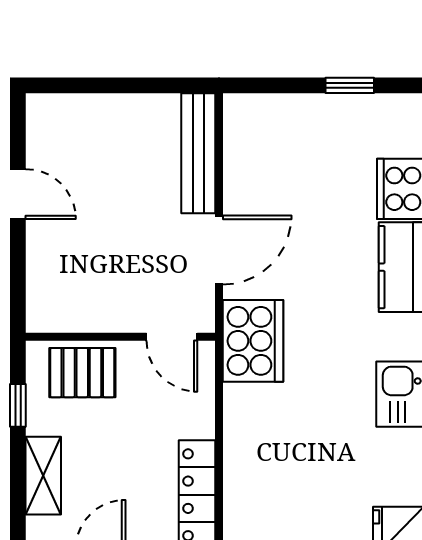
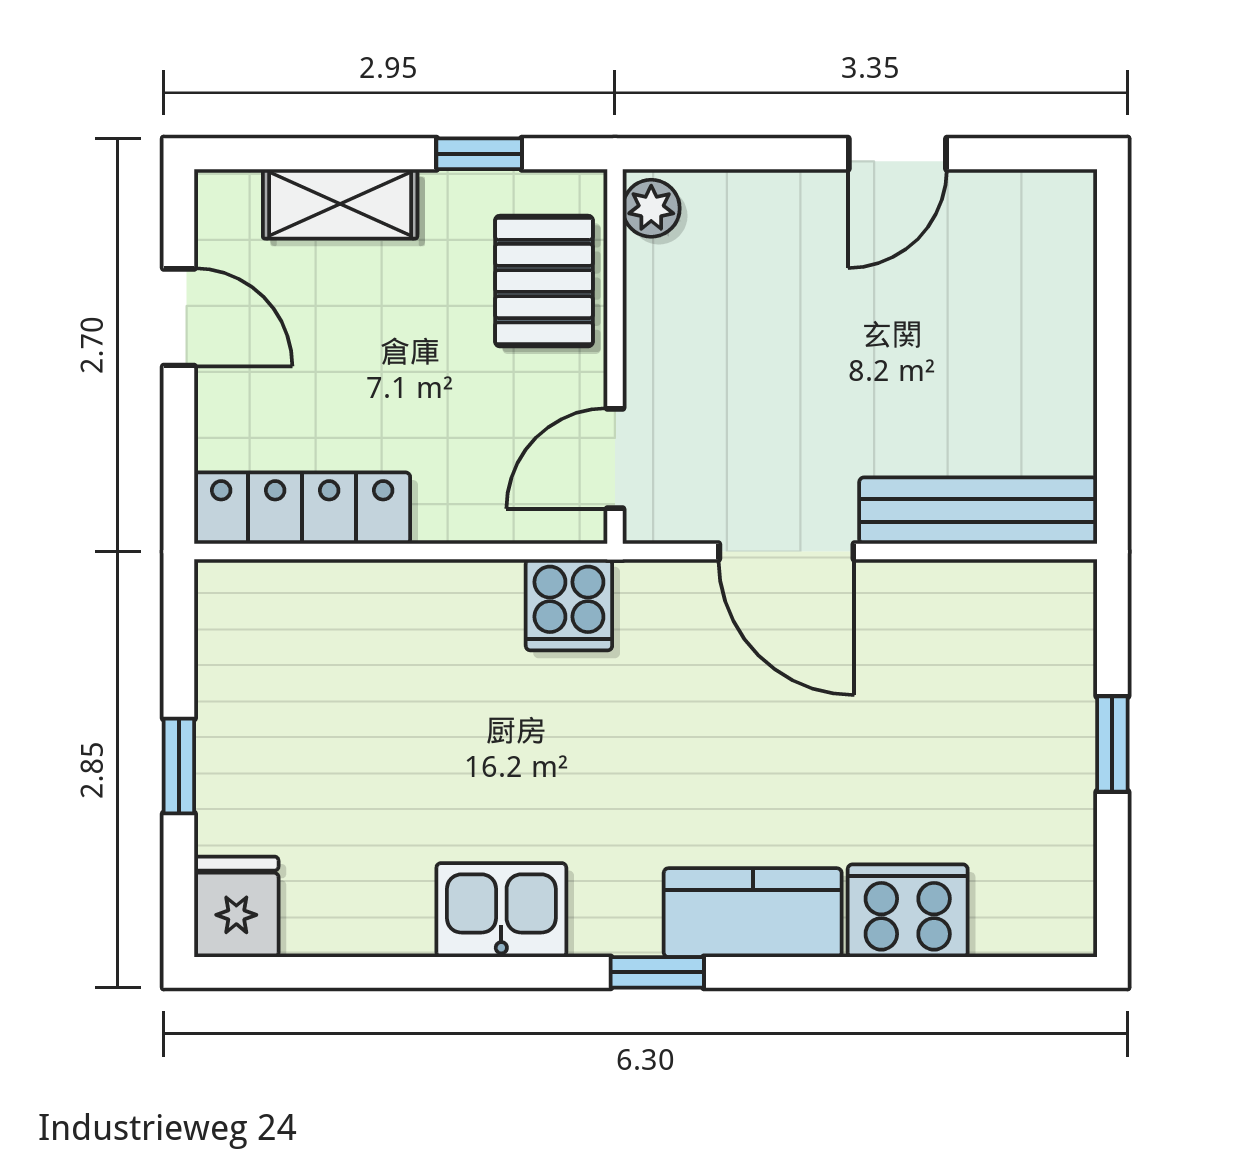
window: (350, 85) -> (1112, 744), moved
plant: (46, 318) -> (651, 208), added
cooker: (253, 341) -> (569, 605), width x0.53, depth x0.76

